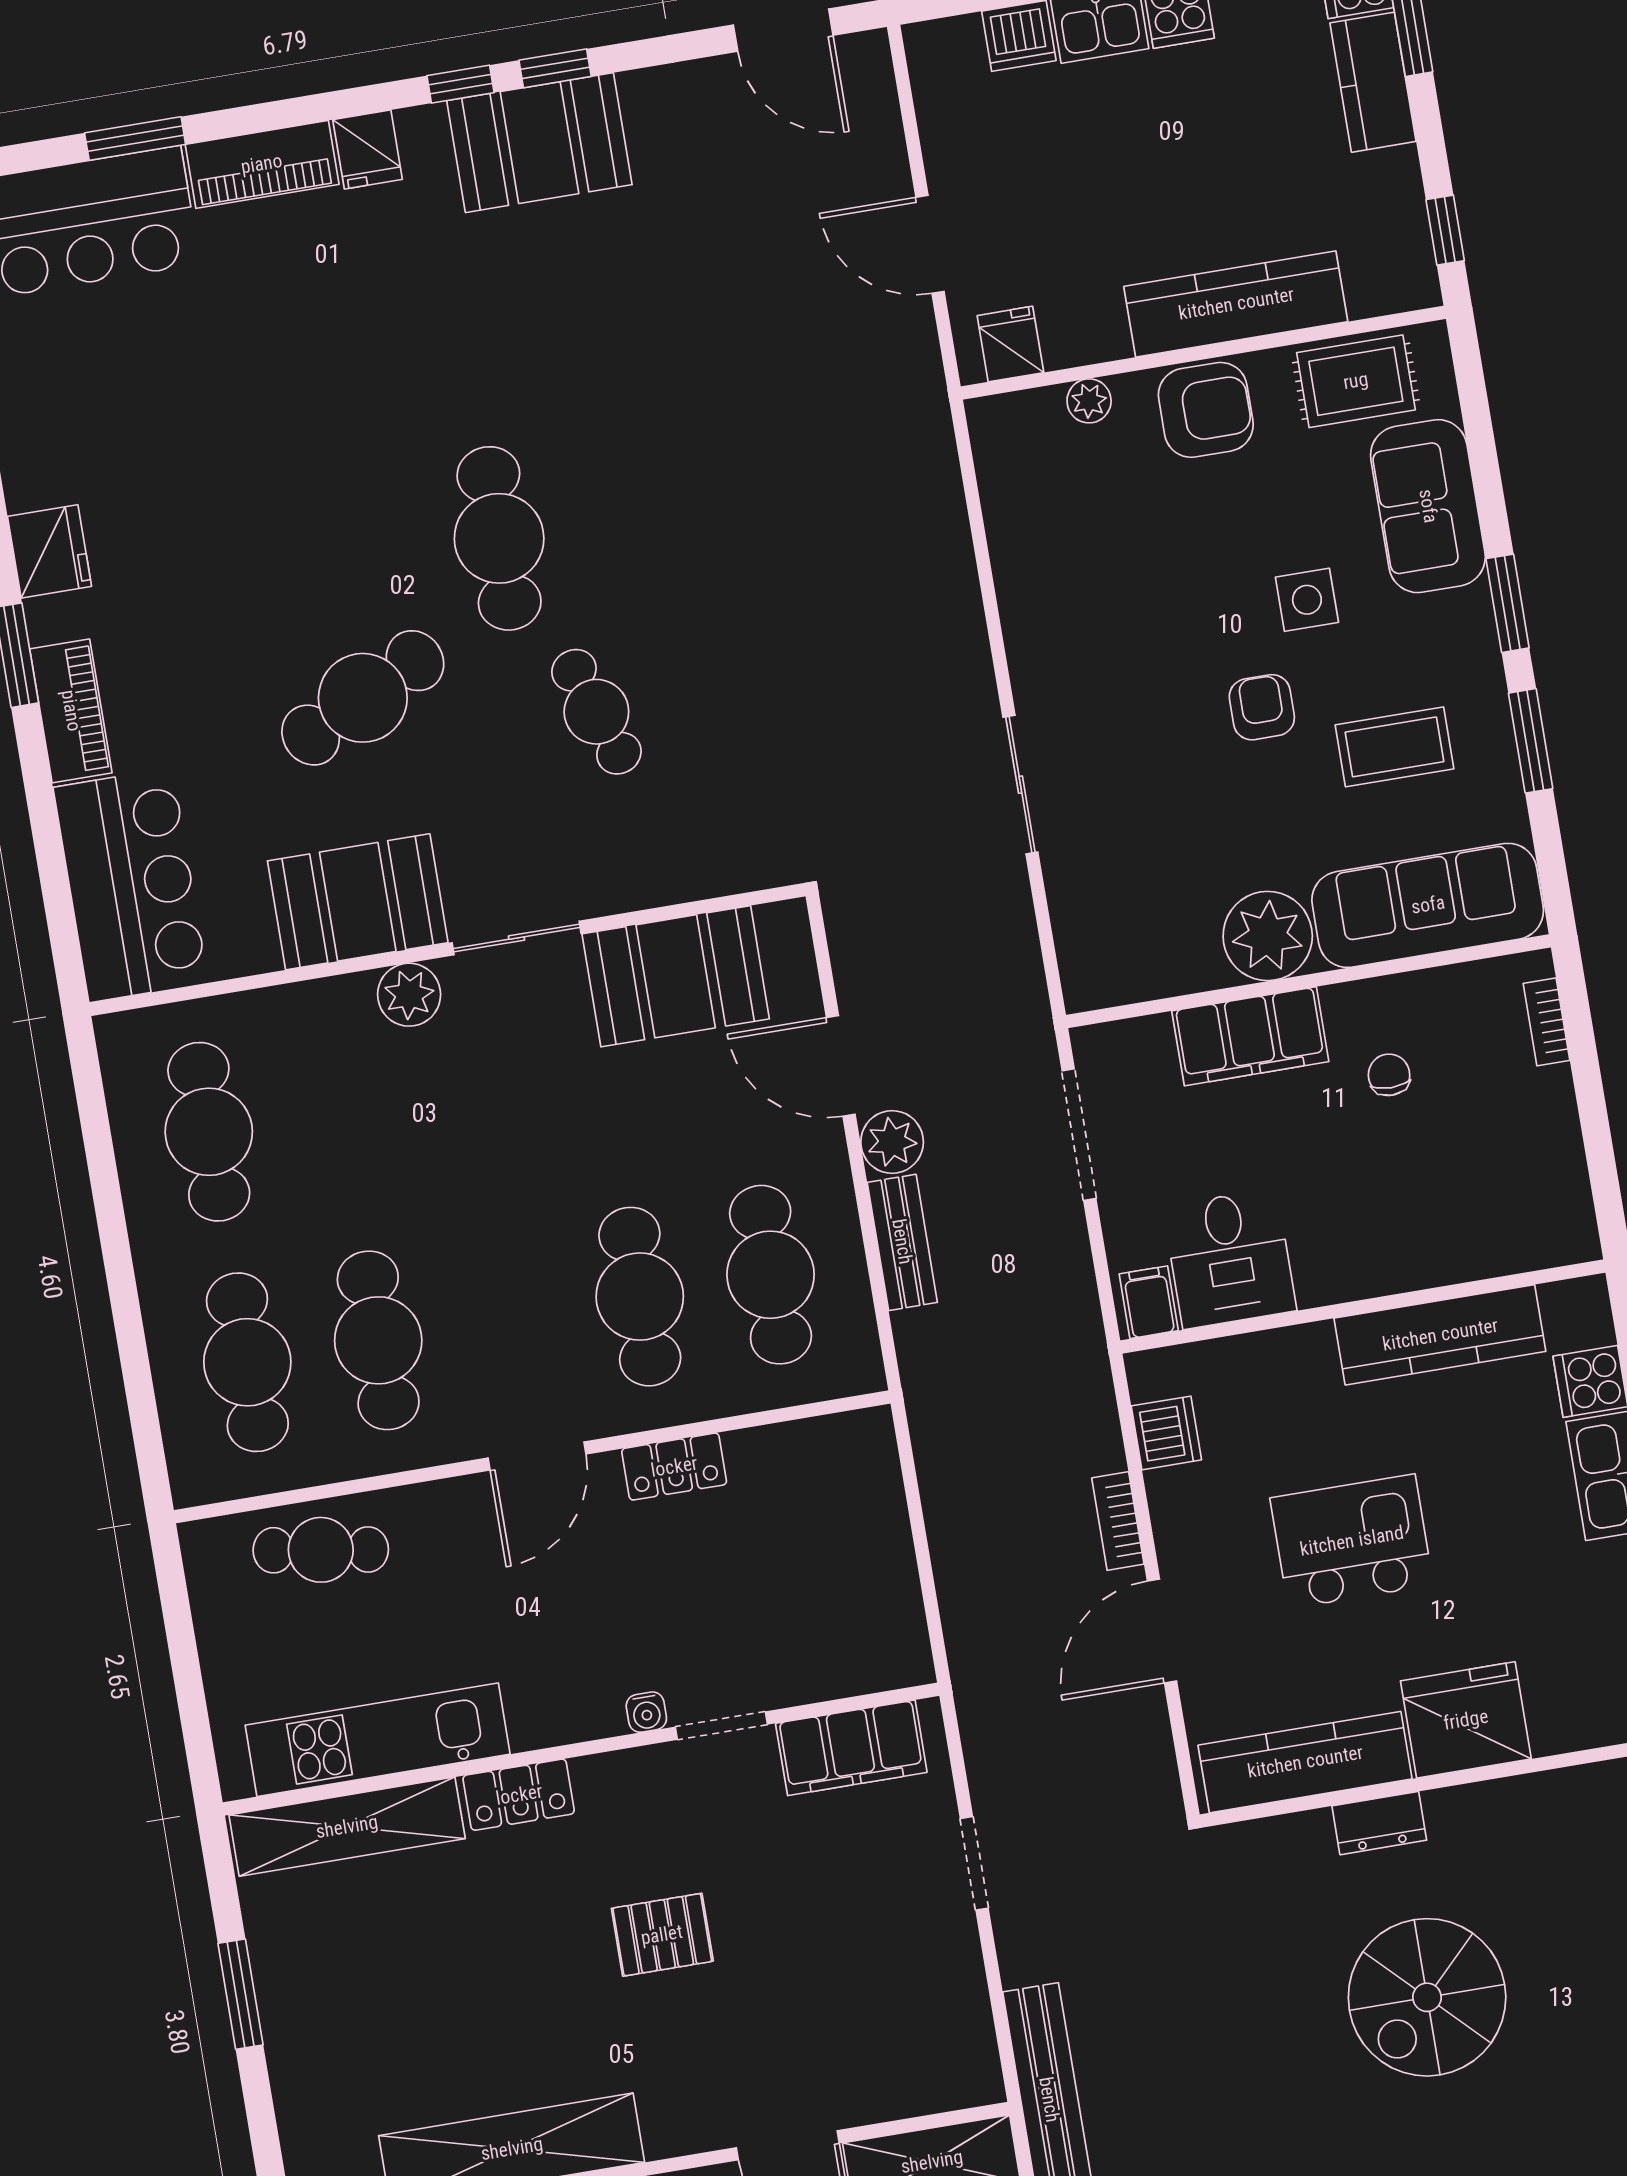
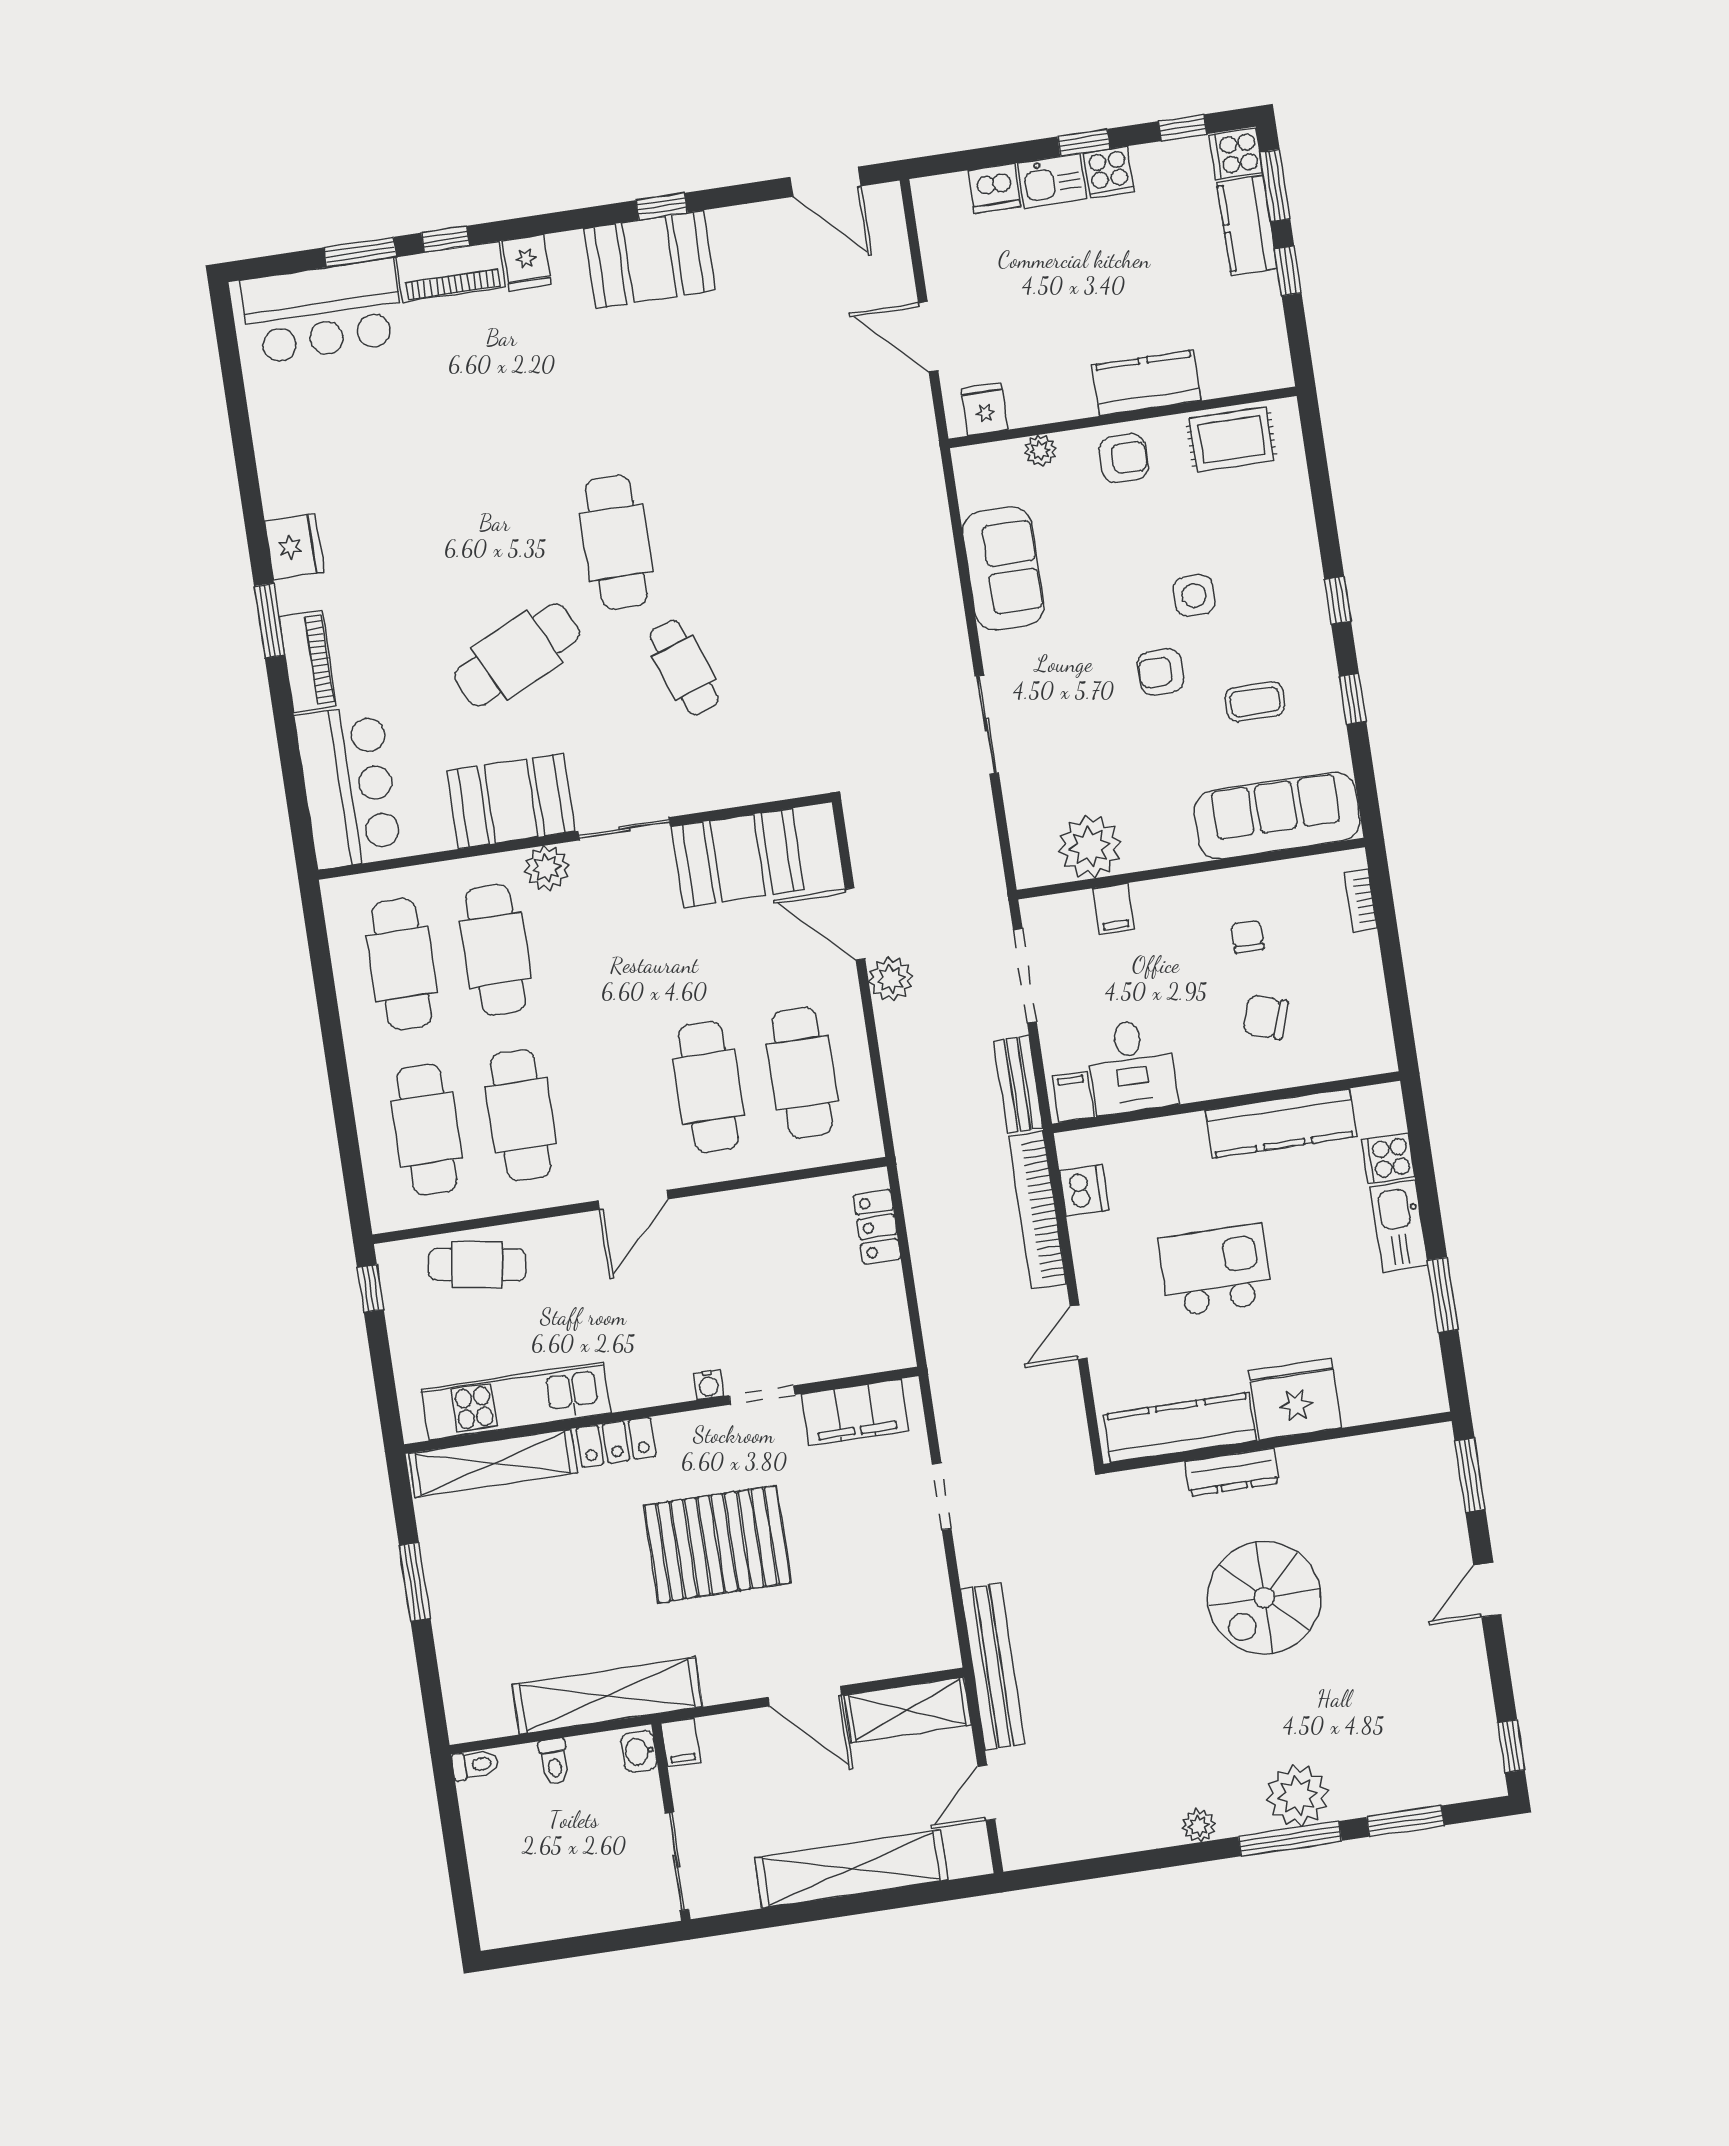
window: (460, 84) -> (445, 239), moved
window: (1445, 230) -> (1288, 271), moved
kitchen counter: (1236, 304) -> (1146, 383), width x0.67
armchair: (1206, 410) -> (1124, 458), width x0.72, depth x0.72
sofa: (1428, 506) -> (1003, 569), moved, turned 180
window: (1508, 603) -> (1338, 600), width x0.67
armchair: (1262, 707) -> (1161, 672), turned -90
window: (1531, 741) -> (1353, 699), width x0.67
coffee table: (1394, 747) -> (1255, 702), width x0.73, depth x0.77
plant: (1268, 936) -> (1090, 847), moved
filing cabinet: (1250, 1036) -> (1113, 909), width x0.33, depth x0.86
cafe table: (340, 1110) -> (496, 950), added
chair: (1416, 1187) -> (1266, 1017), added
bench: (902, 1242) -> (1018, 1084), moved
locker: (674, 1467) -> (877, 1227), moved, turned 90
bookcase: (1118, 1521) -> (1038, 1210), width x2.31, depth x1.31
window: (172, 1585) -> (370, 1288), added
door: (1162, 1631) -> (1079, 1332), width x0.73
dresser: (1379, 1823) -> (1232, 1472), width x1.44
pallet: (662, 1935) -> (717, 1544), width x2.05, depth x2.00

